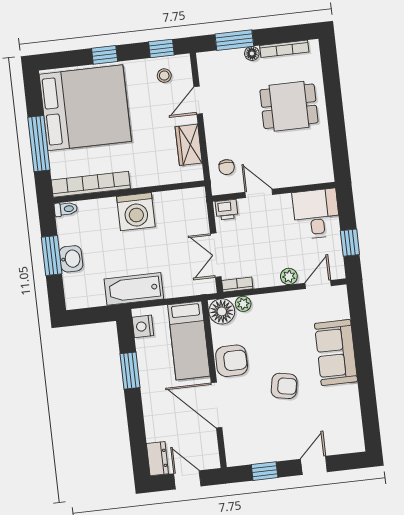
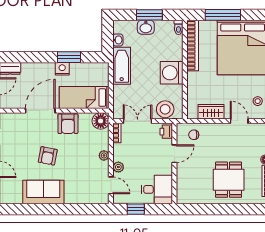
stool: (193, 215) -> (165, 109), added
washbasin: (95, 299) -> (118, 40), added
plant: (243, 304) -> (104, 155), moved
nightstand: (143, 326) -> (62, 69), moved
sofa: (336, 352) -> (43, 192), moved

